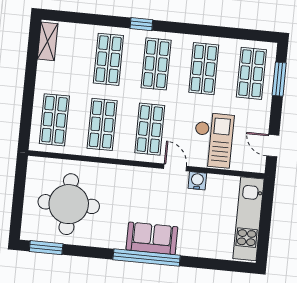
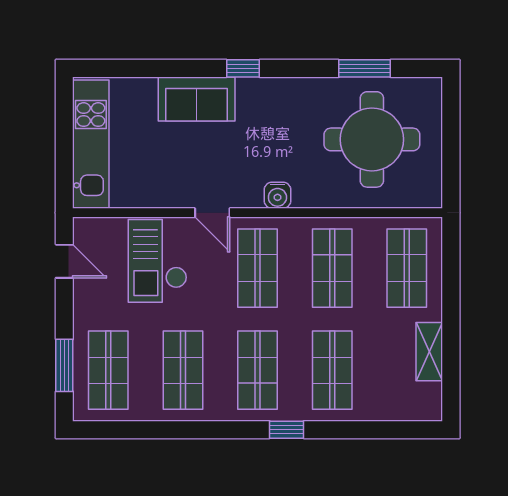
shelving: (48, 41) -> (429, 352), moved
water cooler: (197, 181) -> (277, 195), moved
sofa: (152, 238) -> (197, 99), moved
window: (46, 248) -> (364, 68), moved
window: (147, 258) -> (243, 68), width x0.32

